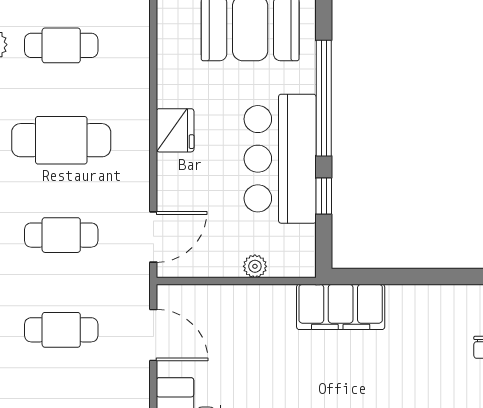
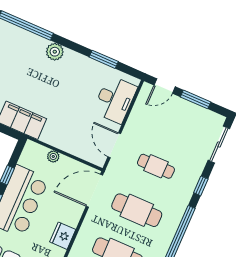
cafe table: (61, 235) -> (137, 210), width x1.37, depth x1.35
door: (153, 237) -> (94, 191), width x1.36

